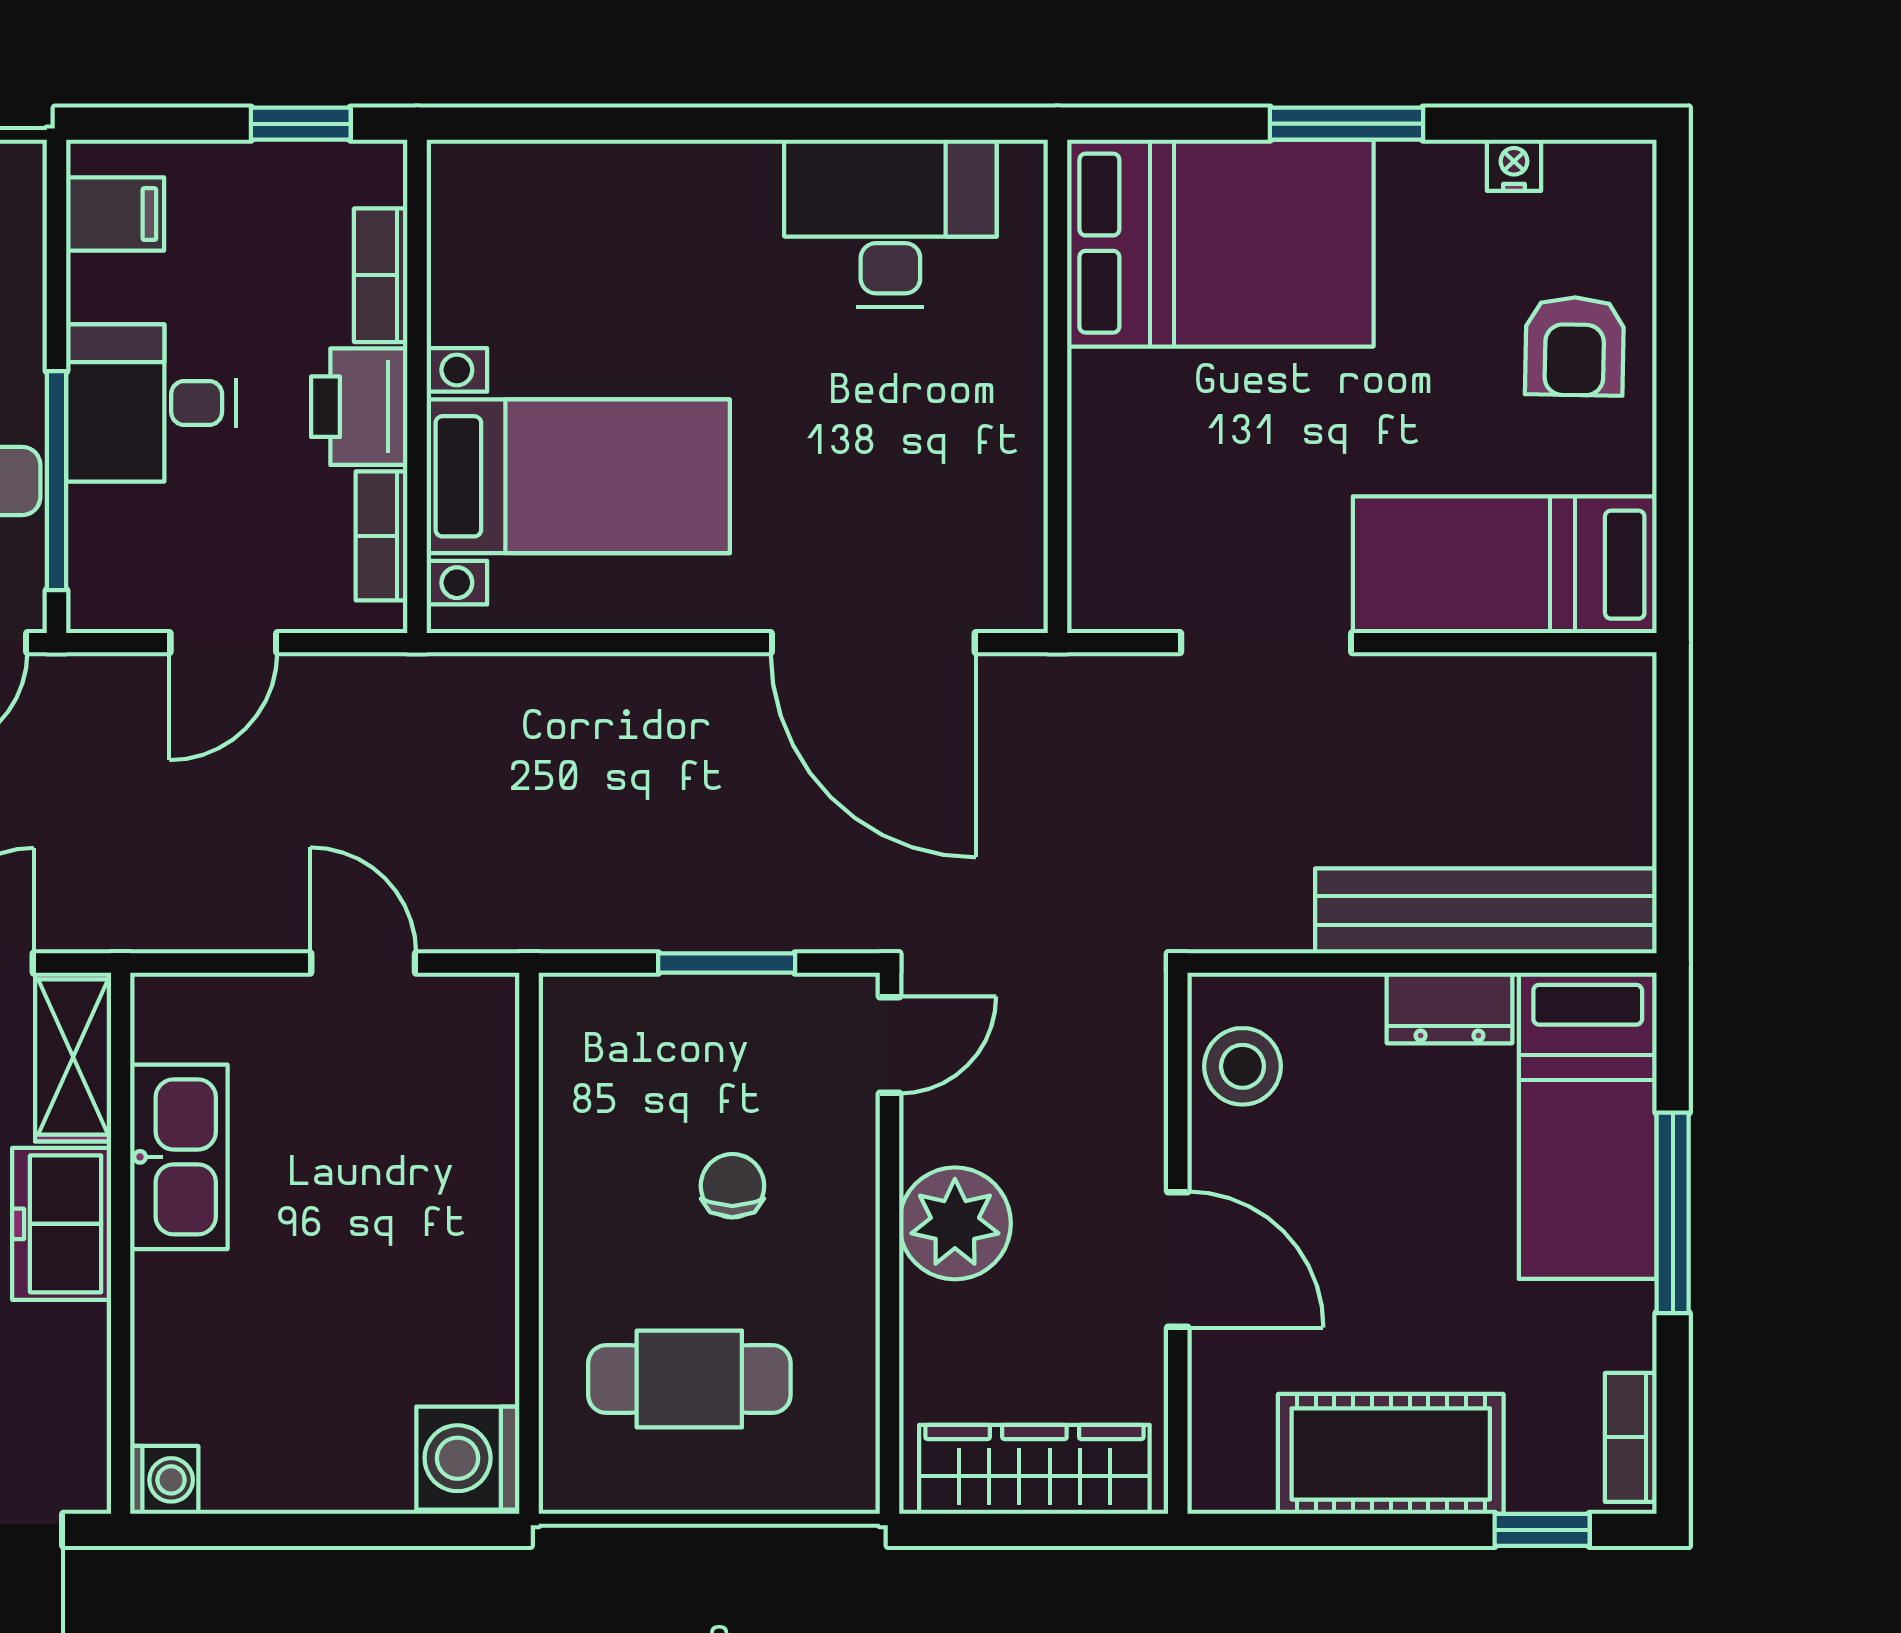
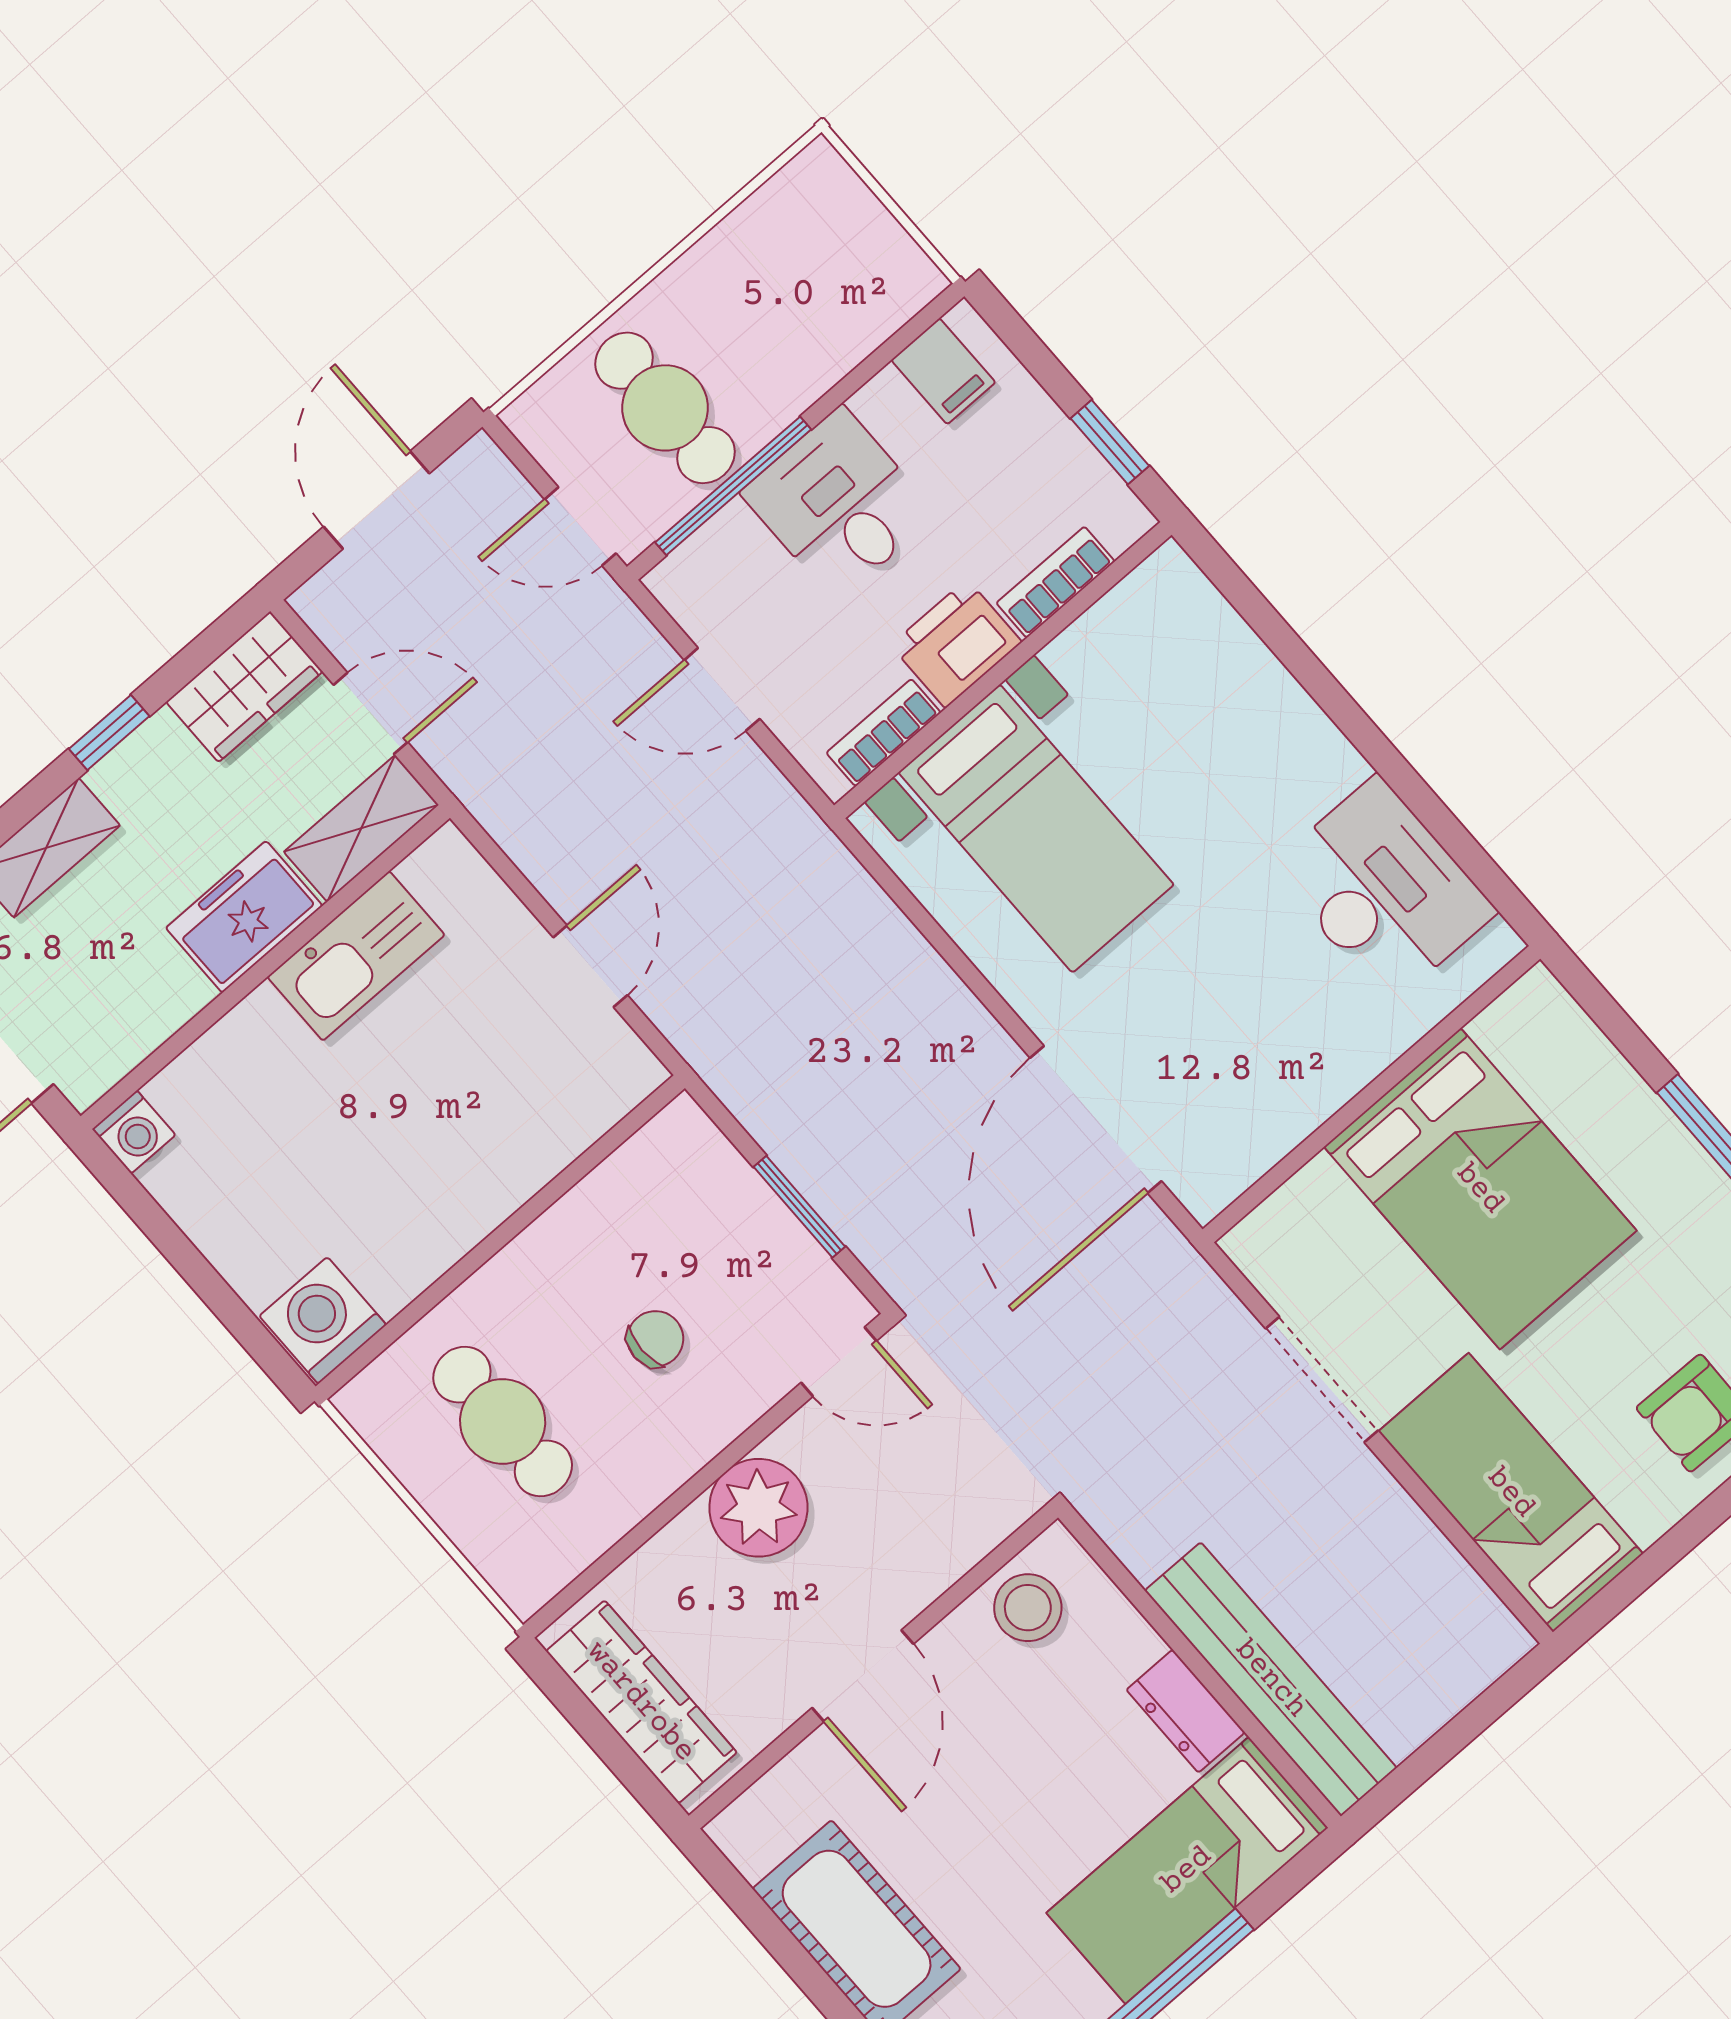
bed: (1220, 243) -> (1480, 1189), moved

